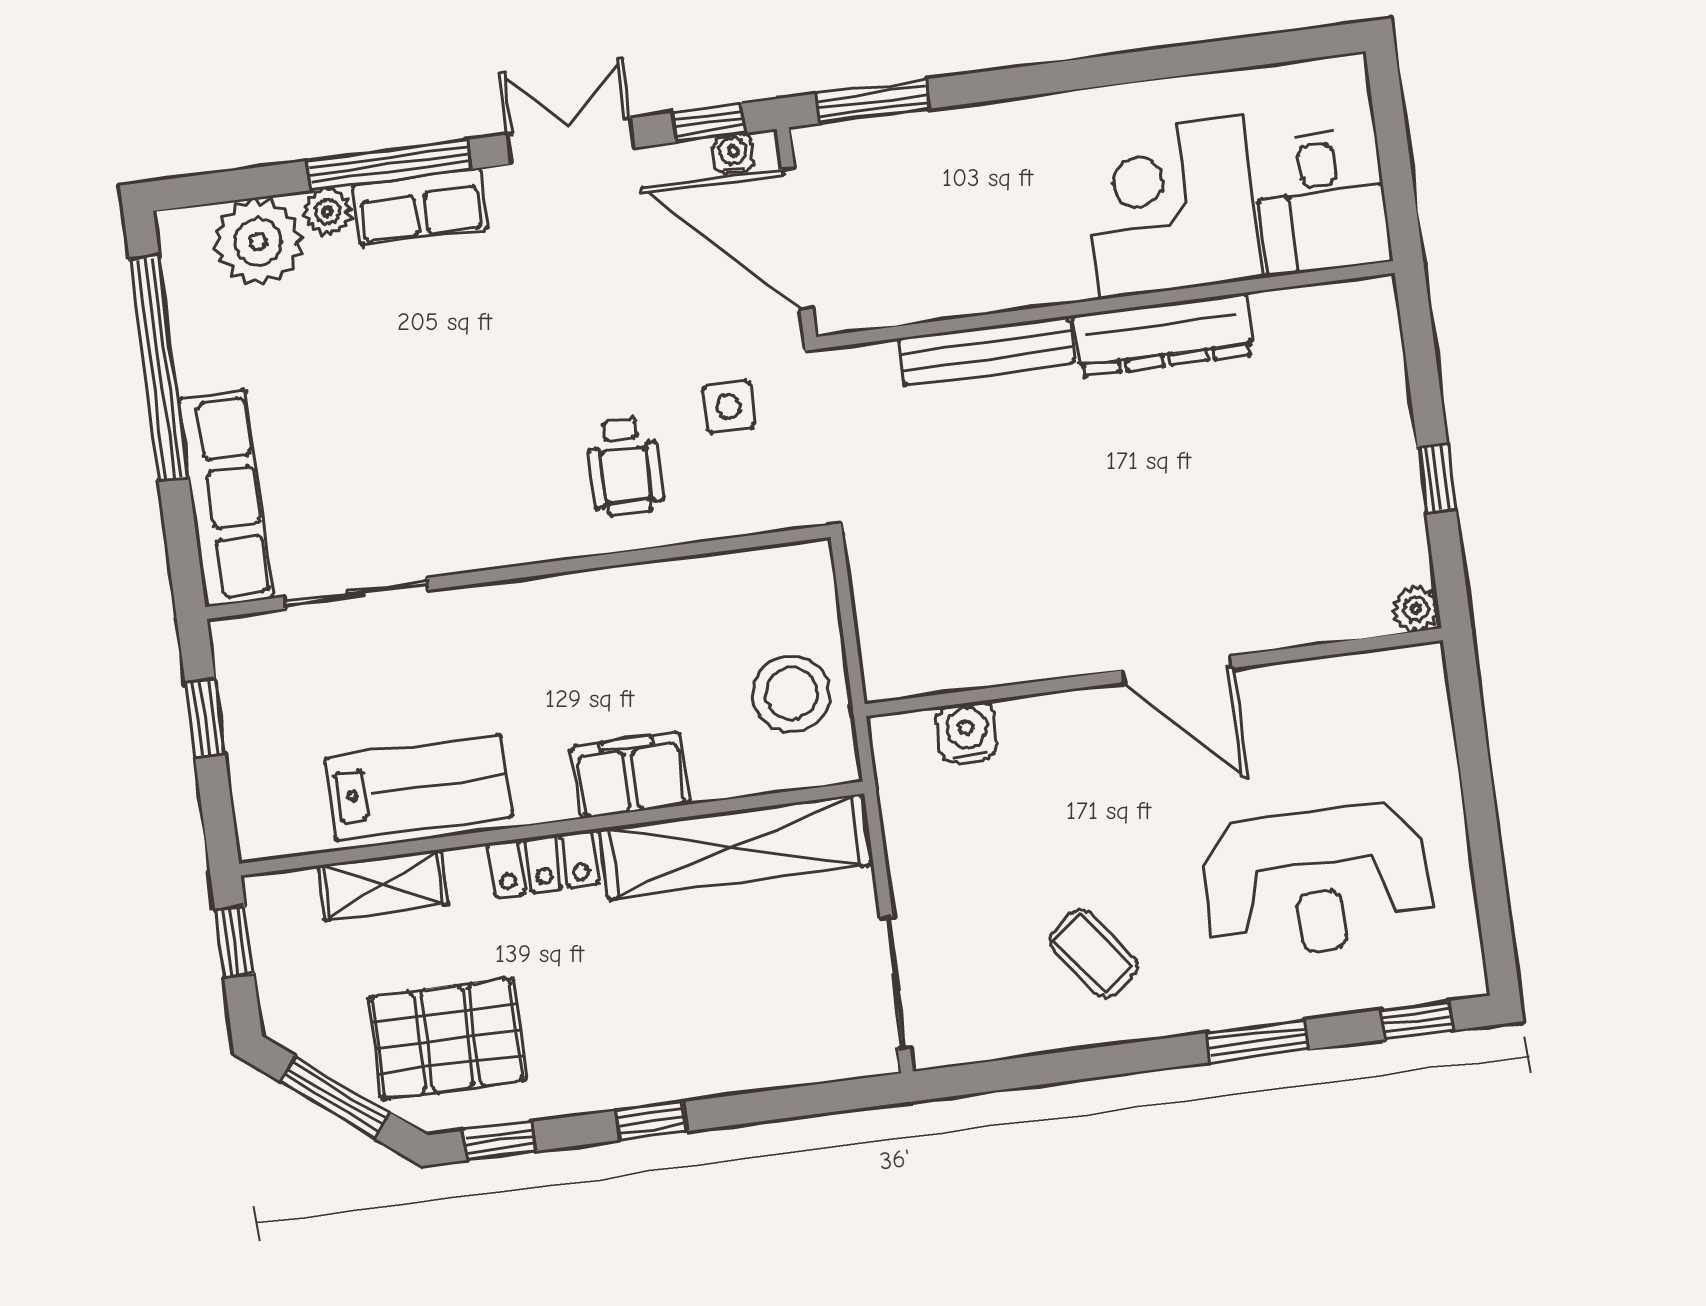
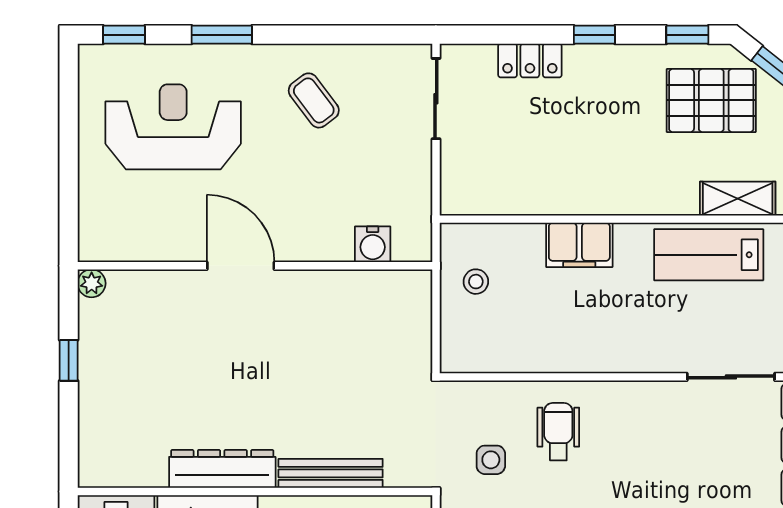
stool: (791, 694) -> (476, 282), width x0.53, depth x0.53
shelving: (735, 847) -> (522, 194), removed
locker: (543, 864) -> (530, 60), moved, turned 180

